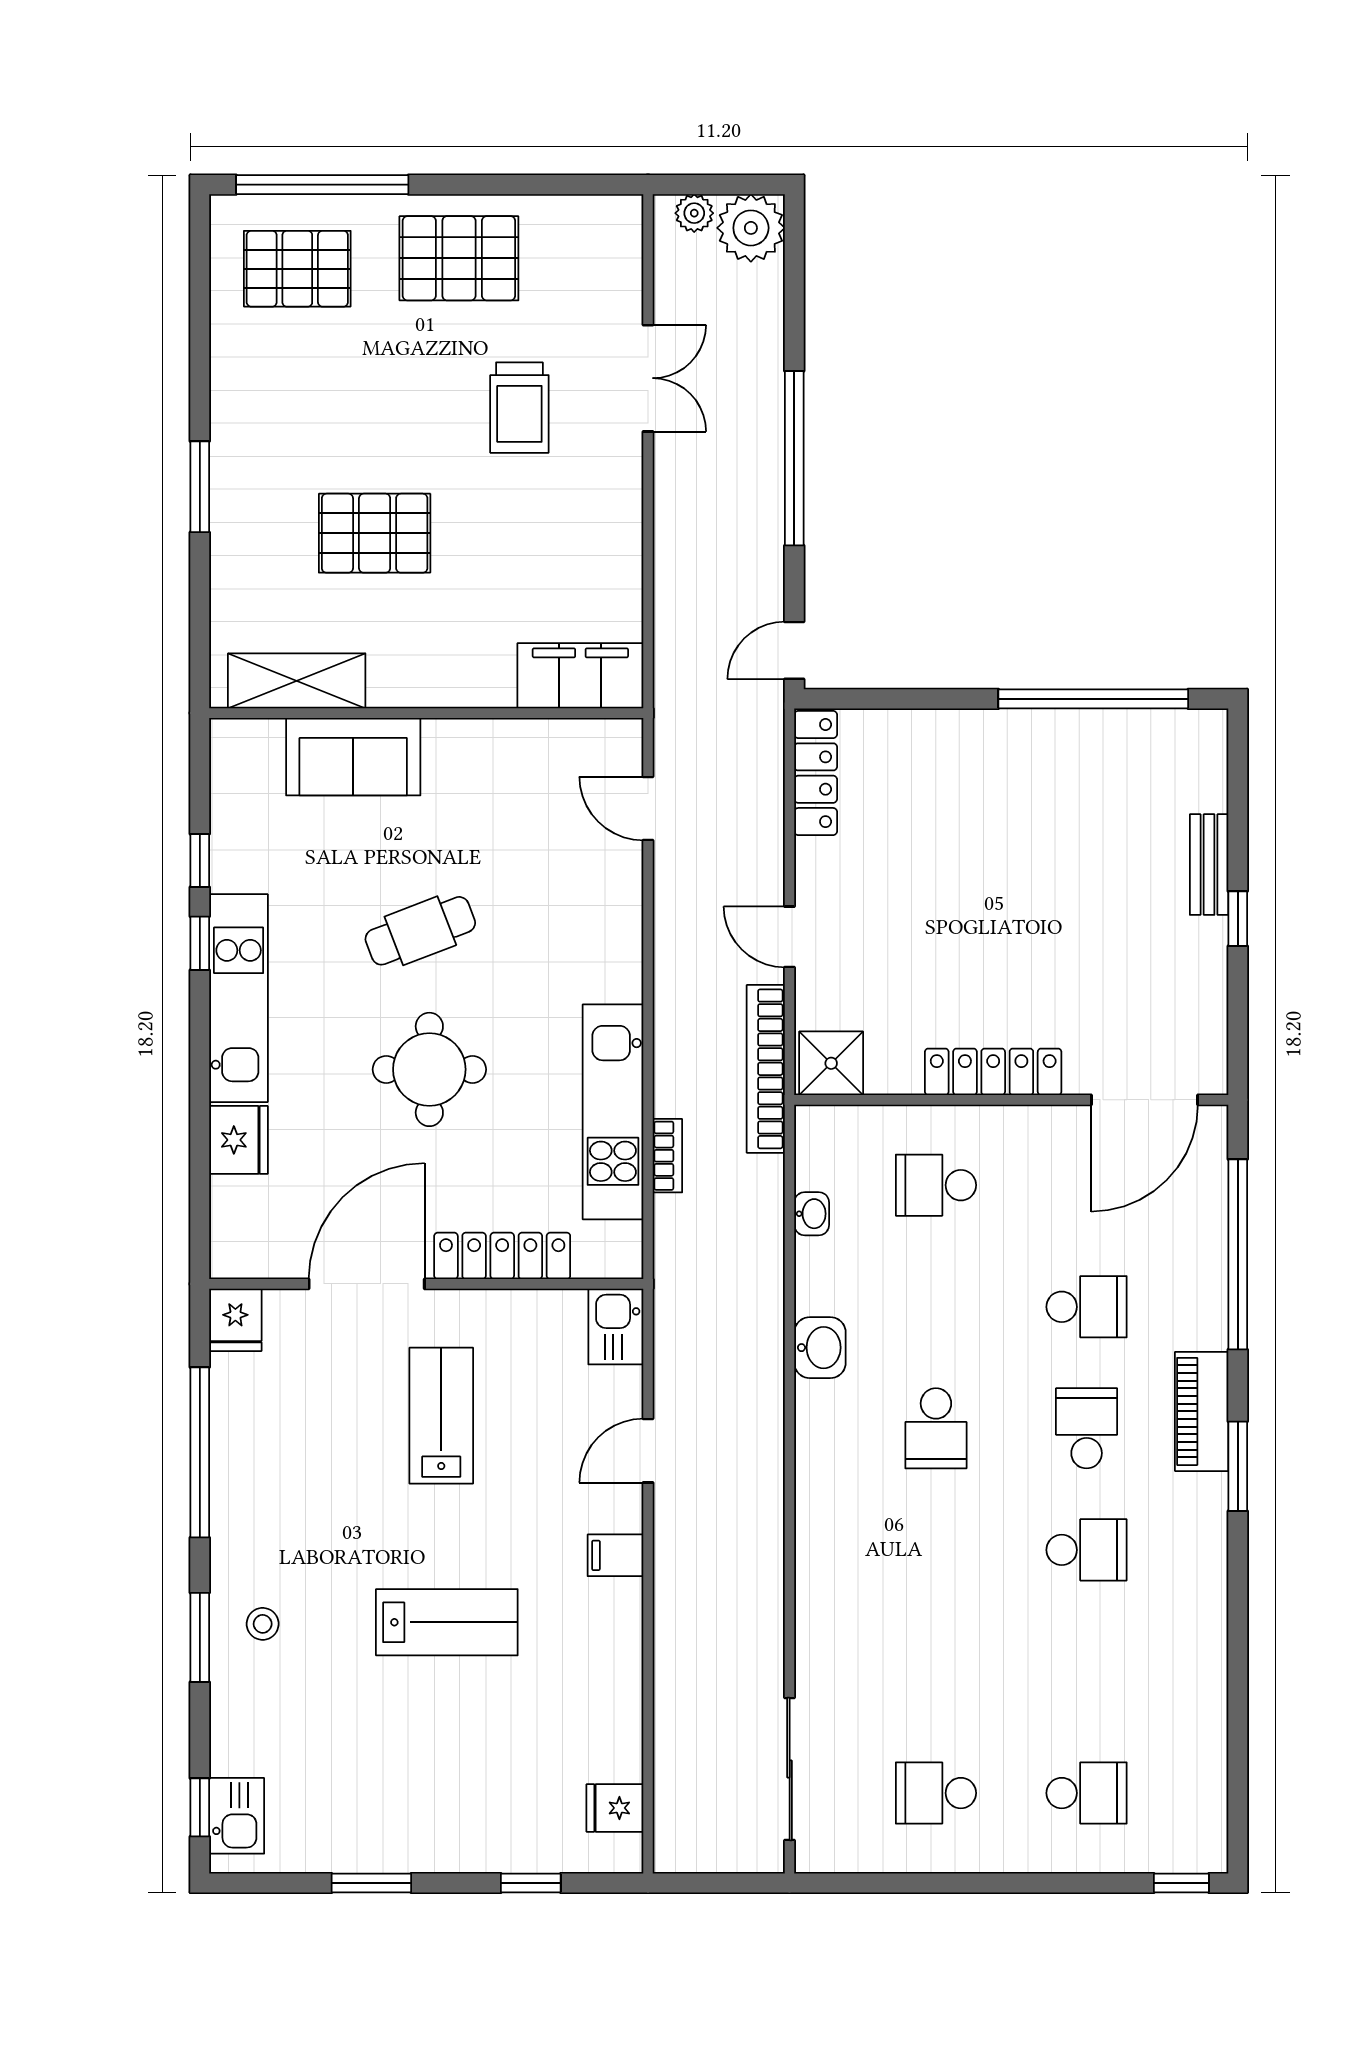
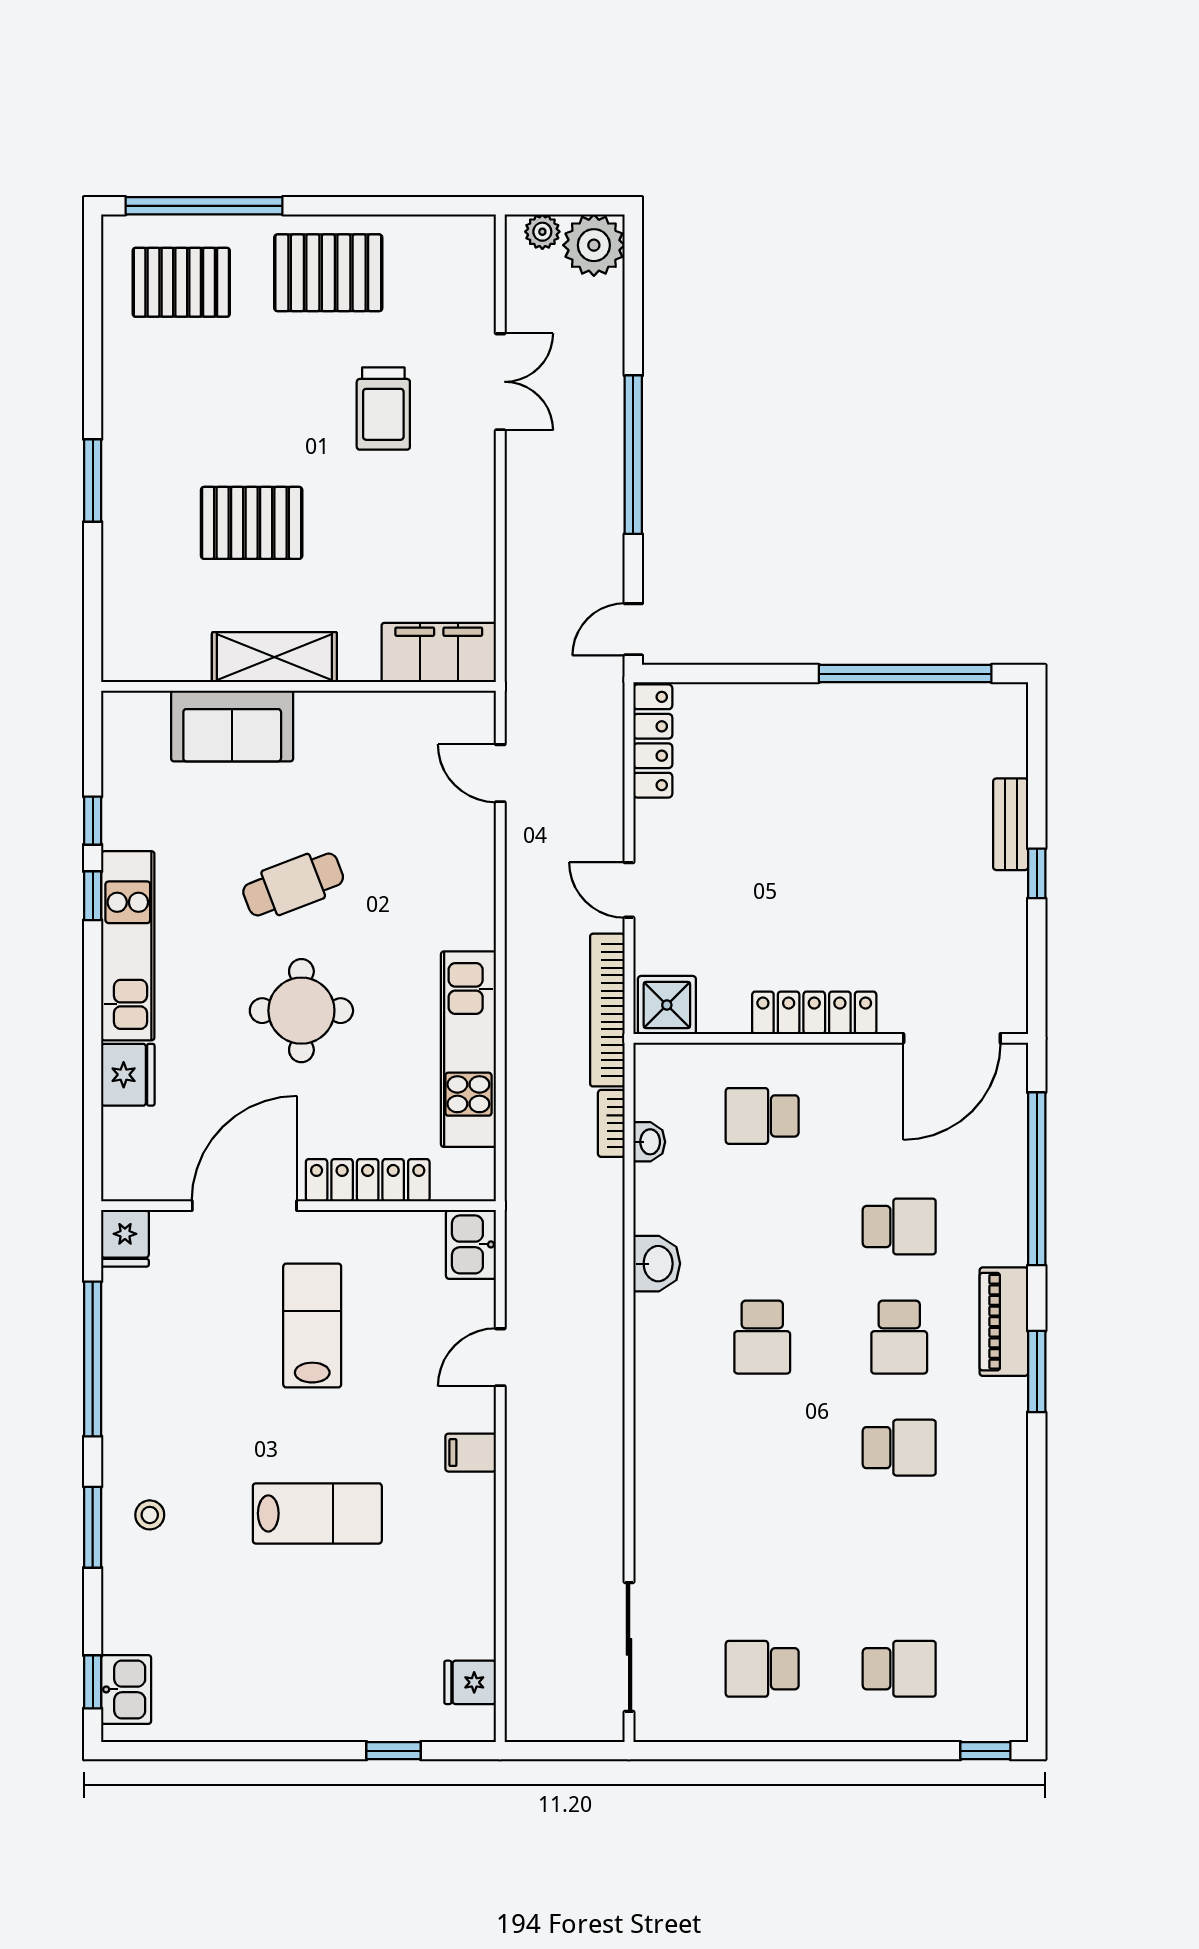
shelving: (297, 681) -> (274, 657), moved
bookcase: (667, 1156) -> (611, 1123), moved, turned 180
school desk: (1087, 1428) -> (899, 1337), turned 180
window: (371, 1883) -> (249, 1751), removed

